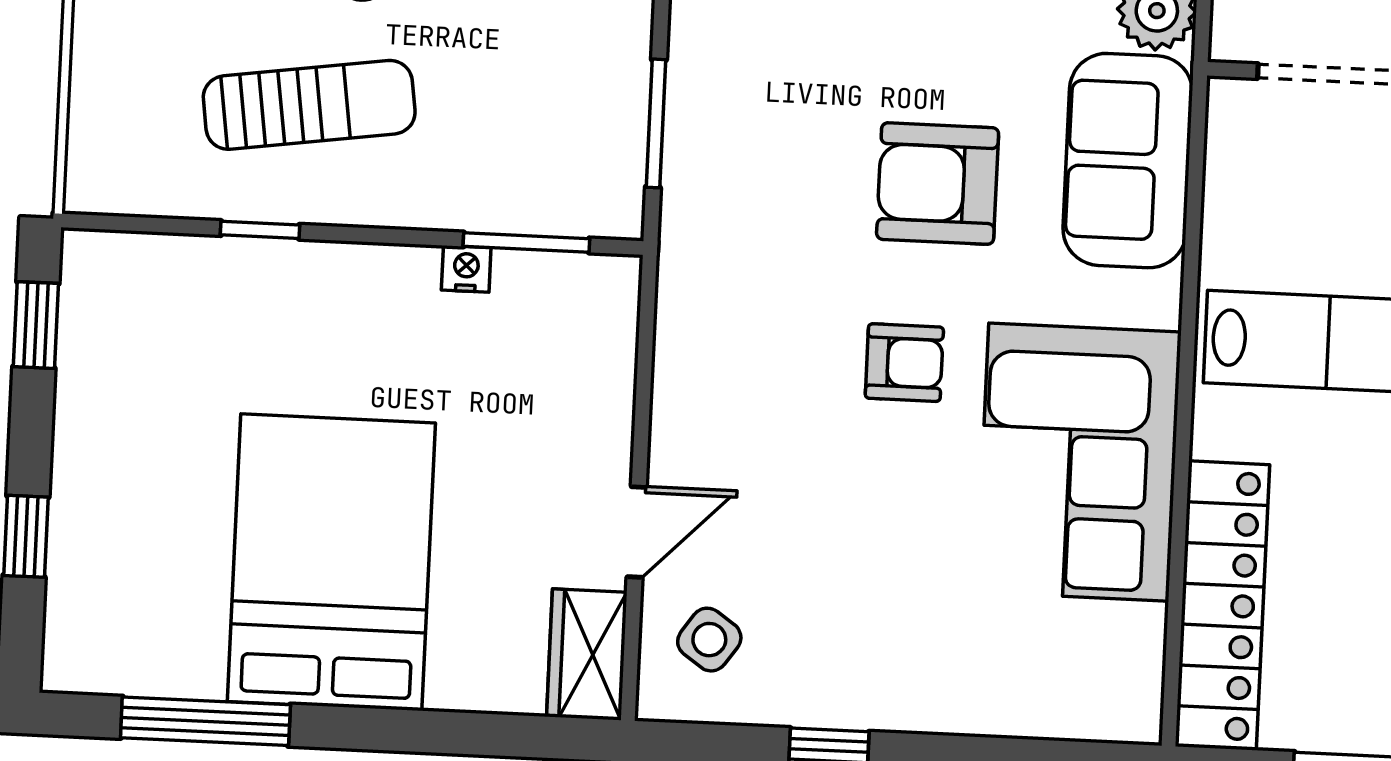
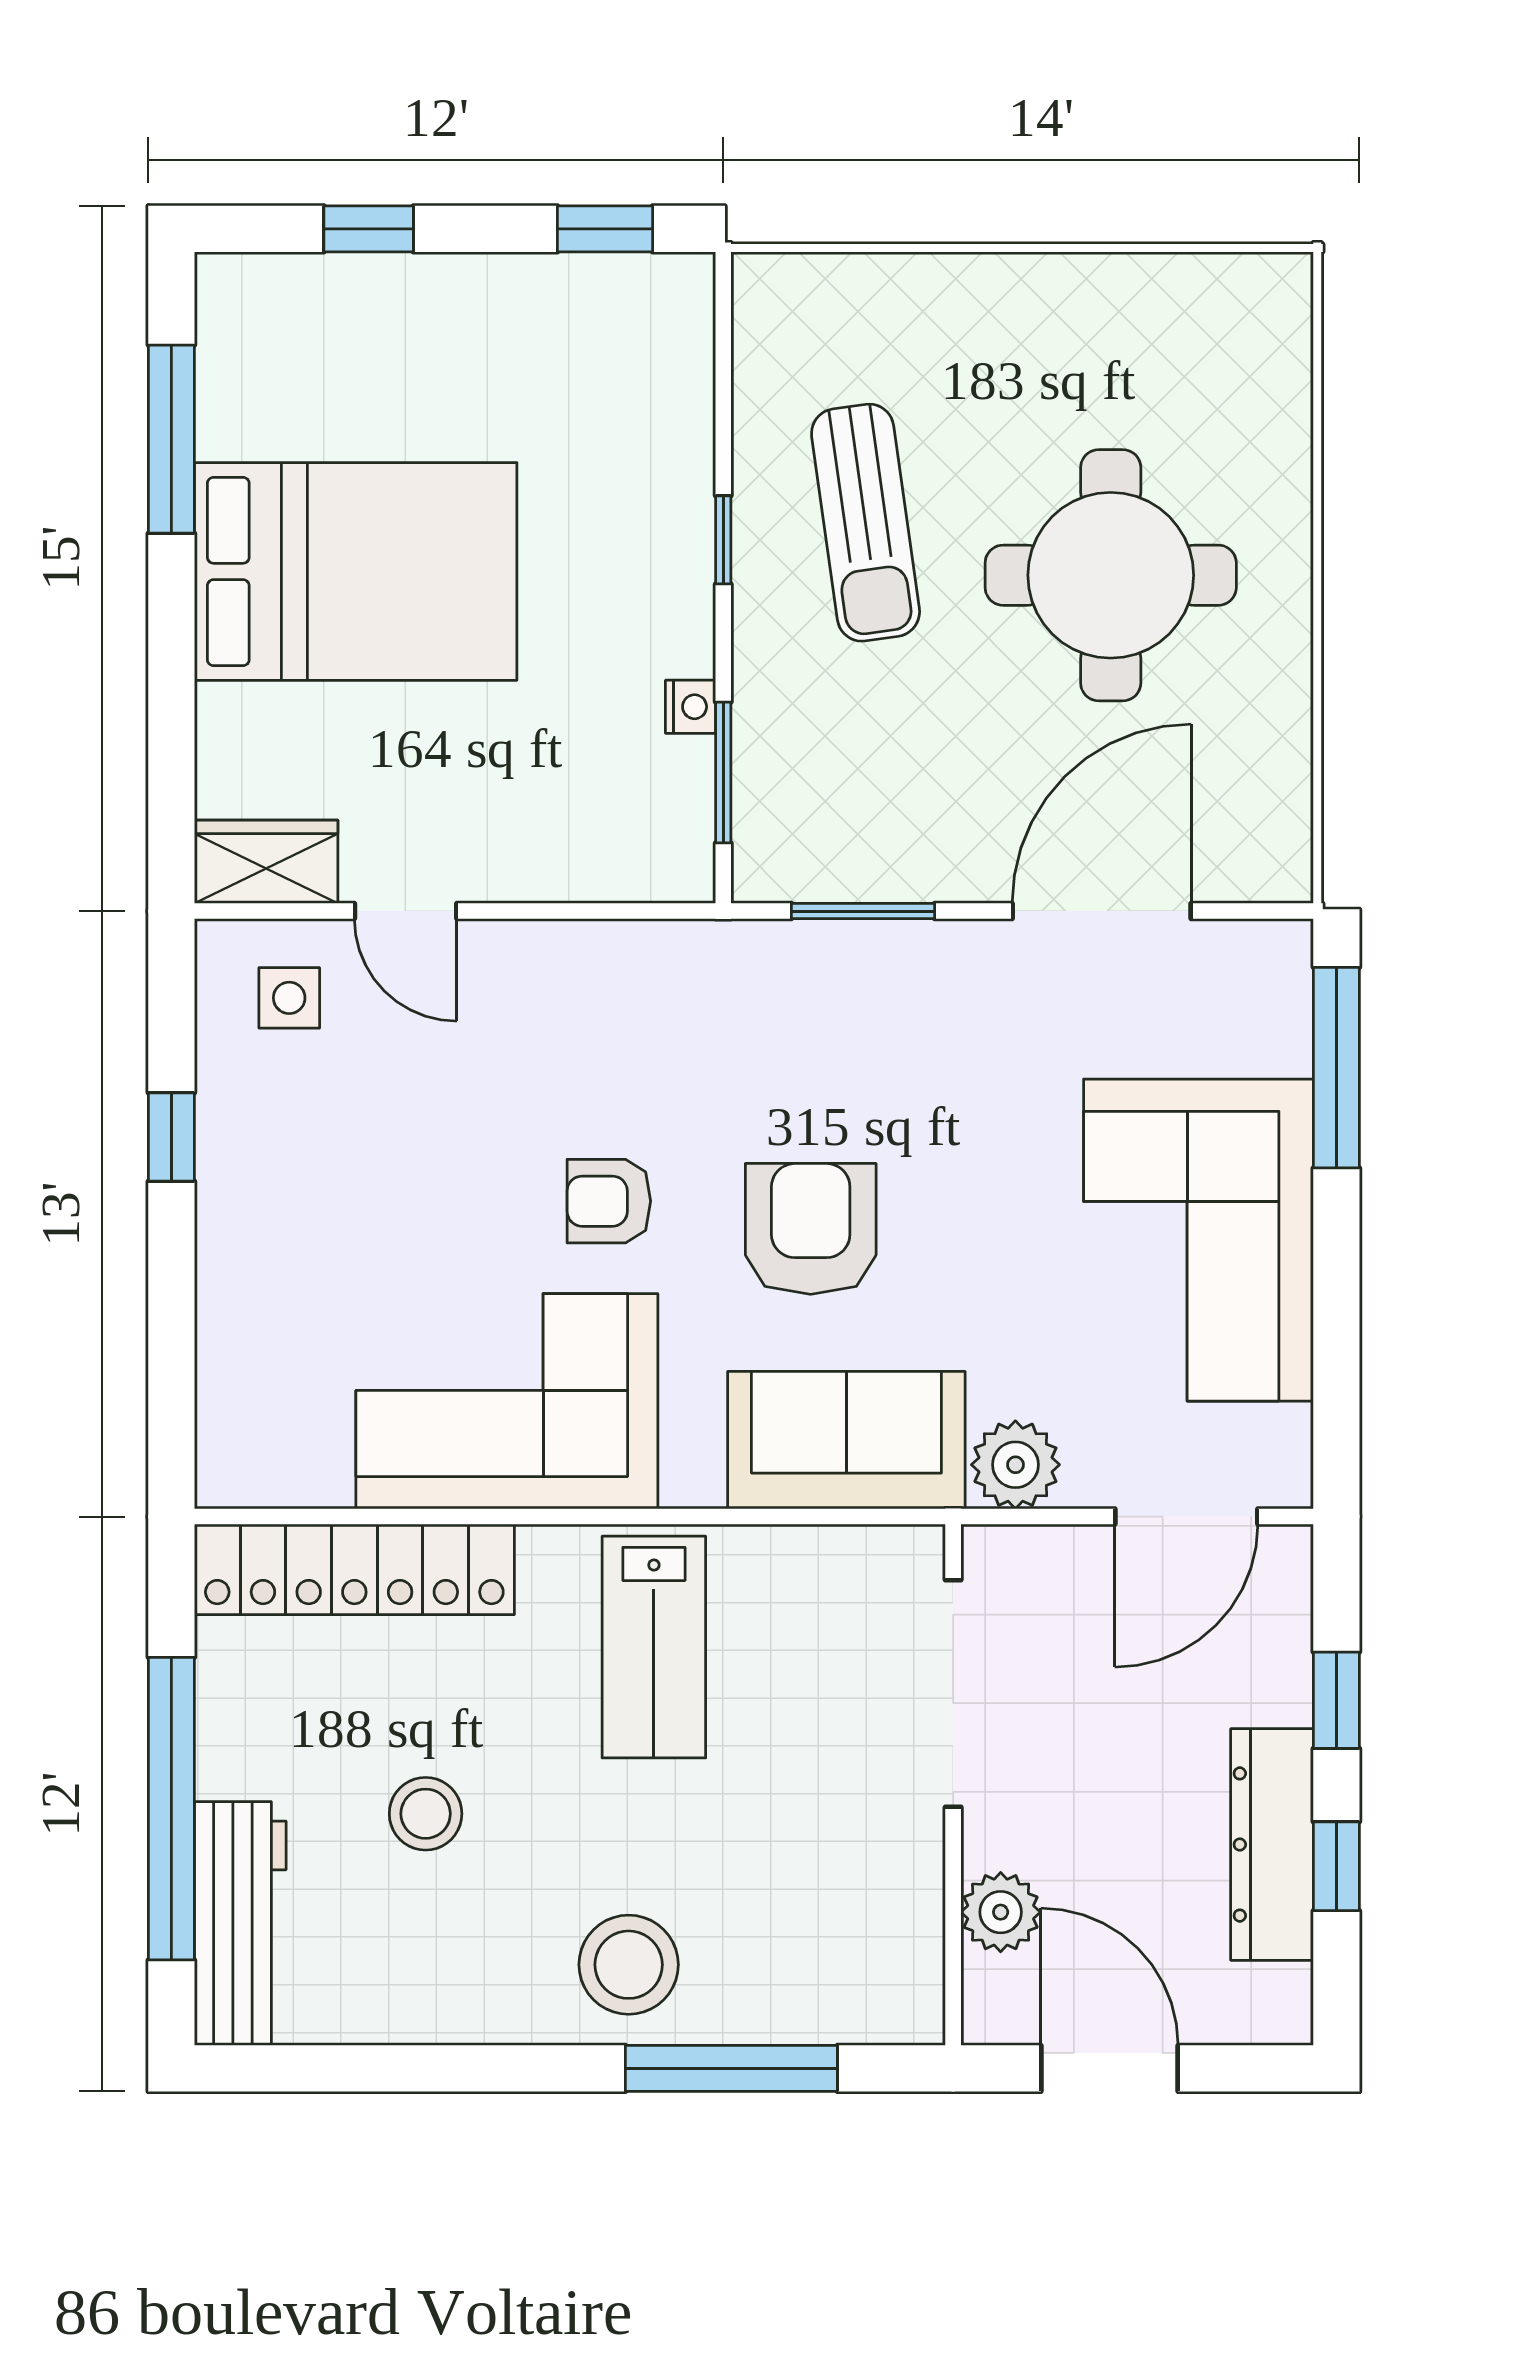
window: (260, 230) -> (723, 540), moved
armchair: (904, 363) -> (609, 1201), turned 90
side table: (709, 640) -> (289, 998), turned -35

